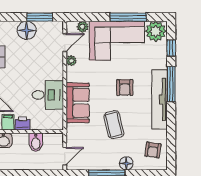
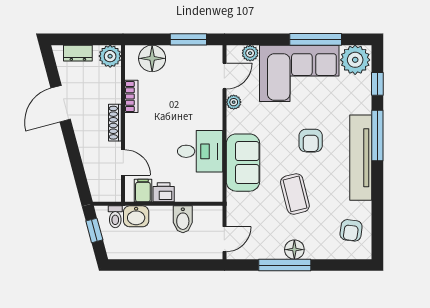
floor lamp: (27, 30) -> (152, 58), moved
floor lamp: (126, 163) -> (294, 250), moved

